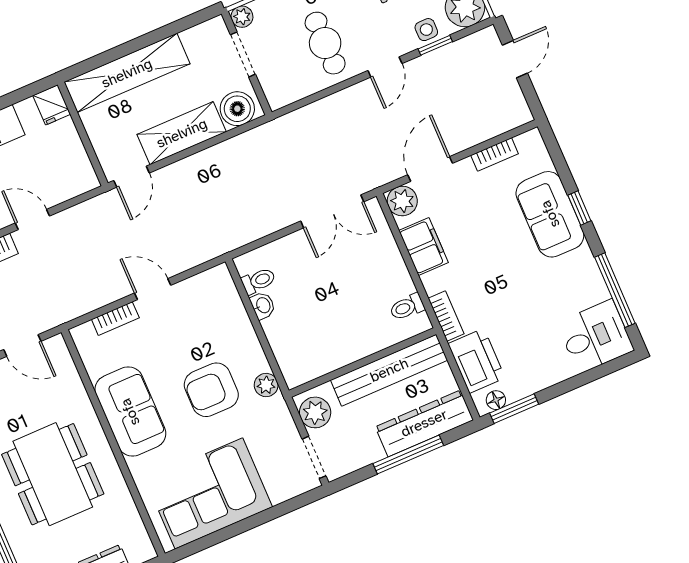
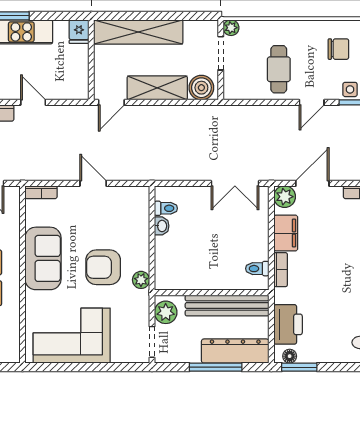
bookcase: (446, 316) -> (281, 270), moved
bookcase: (115, 319) -> (41, 192), moved

